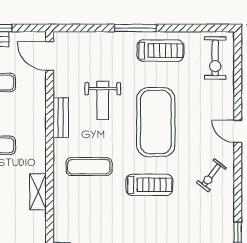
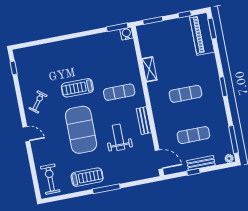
treadmill: (160, 51) -> (87, 177), turned 180

